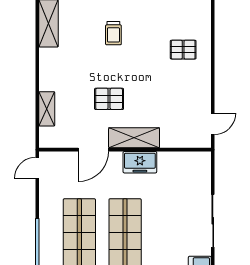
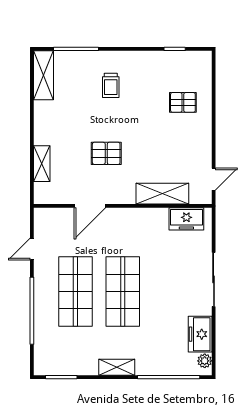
shelving: (134, 138) -> (162, 194), moved
freezer: (140, 162) -> (186, 219), moved
door: (37, 168) -> (32, 249), moved

